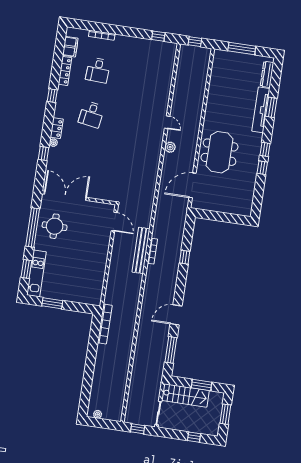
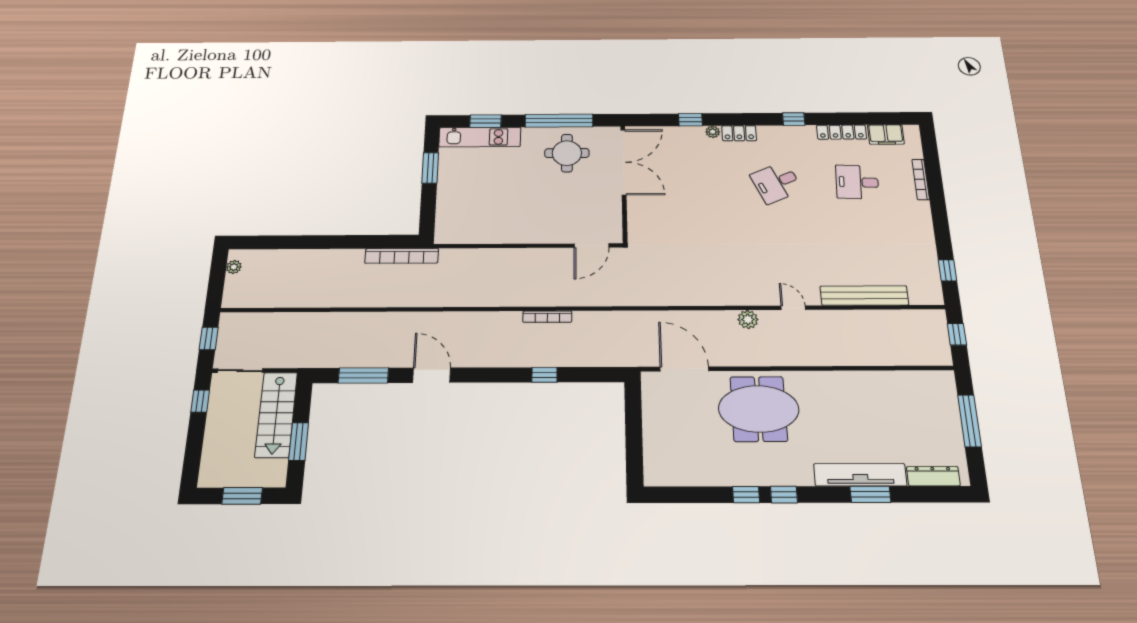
desk: (91, 114) -> (776, 183), turned -33
door: (167, 122) -> (793, 308), swing flipped
bench: (141, 250) -> (864, 296), moved
window: (194, 437) -> (200, 401), moved

